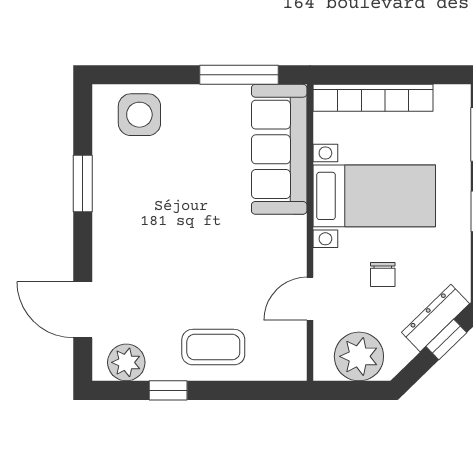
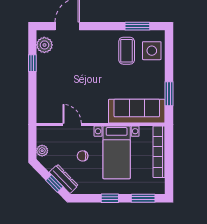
window: (239, 75) -> (169, 94), width x0.69
window: (83, 183) -> (137, 26), moved
coffee table: (213, 347) -> (127, 51), moved
plant: (359, 356) -> (42, 151), width x0.53, depth x0.53

